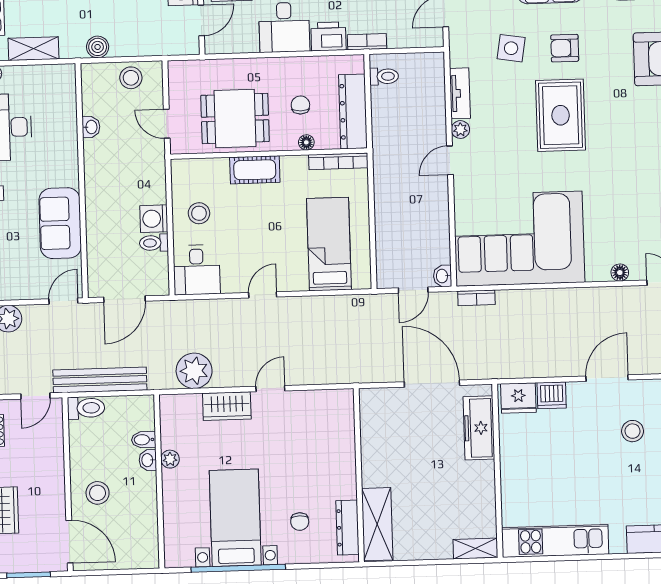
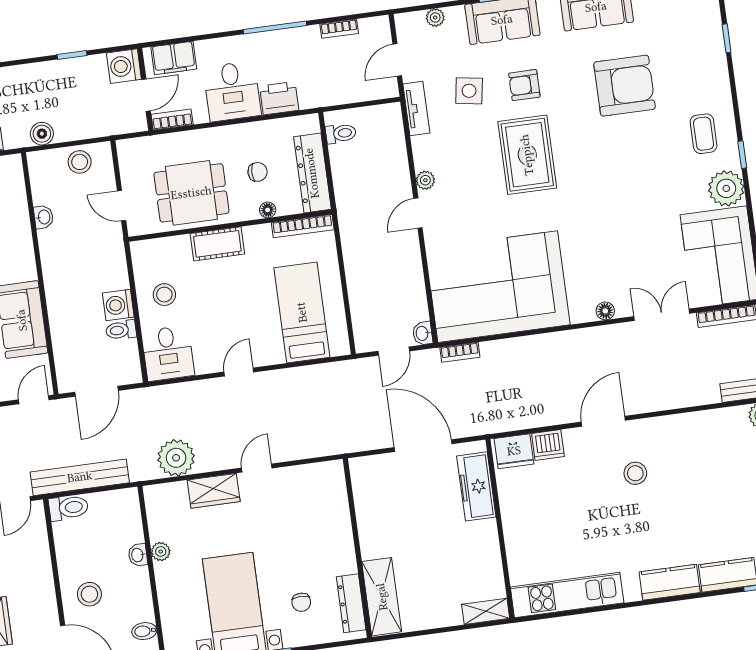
bookcase: (367, 42) -> (172, 119), moved
tv unit: (460, 93) -> (416, 108), moved
chair: (300, 105) -> (258, 172), turned 90
bidet: (144, 440) -> (144, 631), moved

